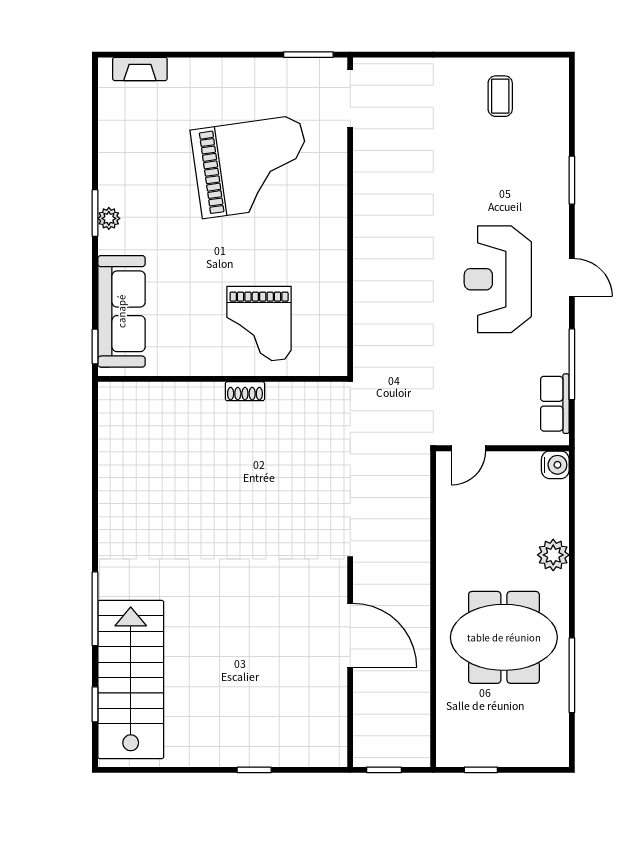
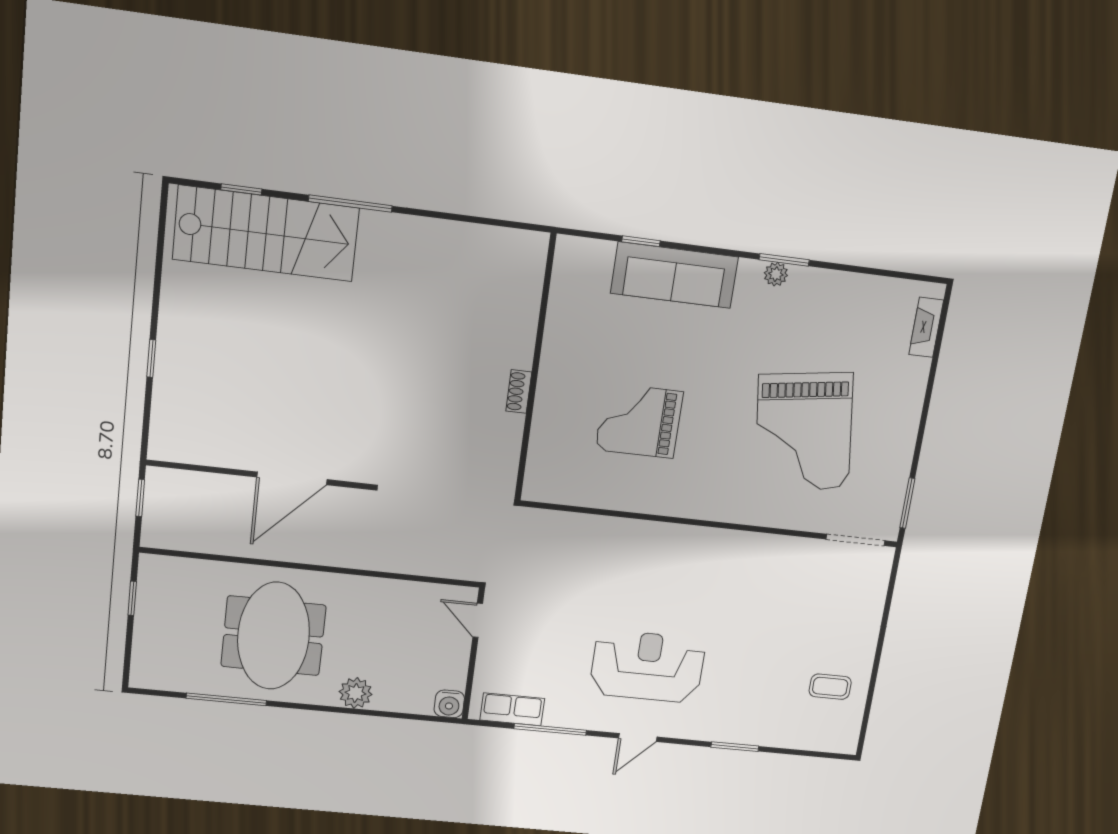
wall: (223, 379) -> (535, 369), moved
shoe rack: (245, 391) -> (519, 392), moved

